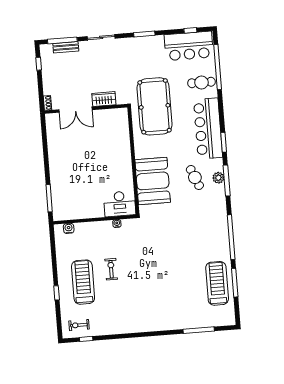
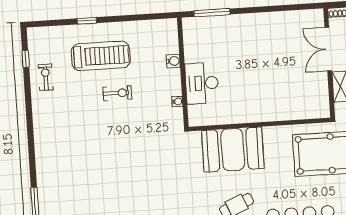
desk: (120, 204) -> (202, 83), moved
water cooler: (69, 228) -> (173, 61), moved
exercise bike: (79, 325) -> (46, 77), moved

